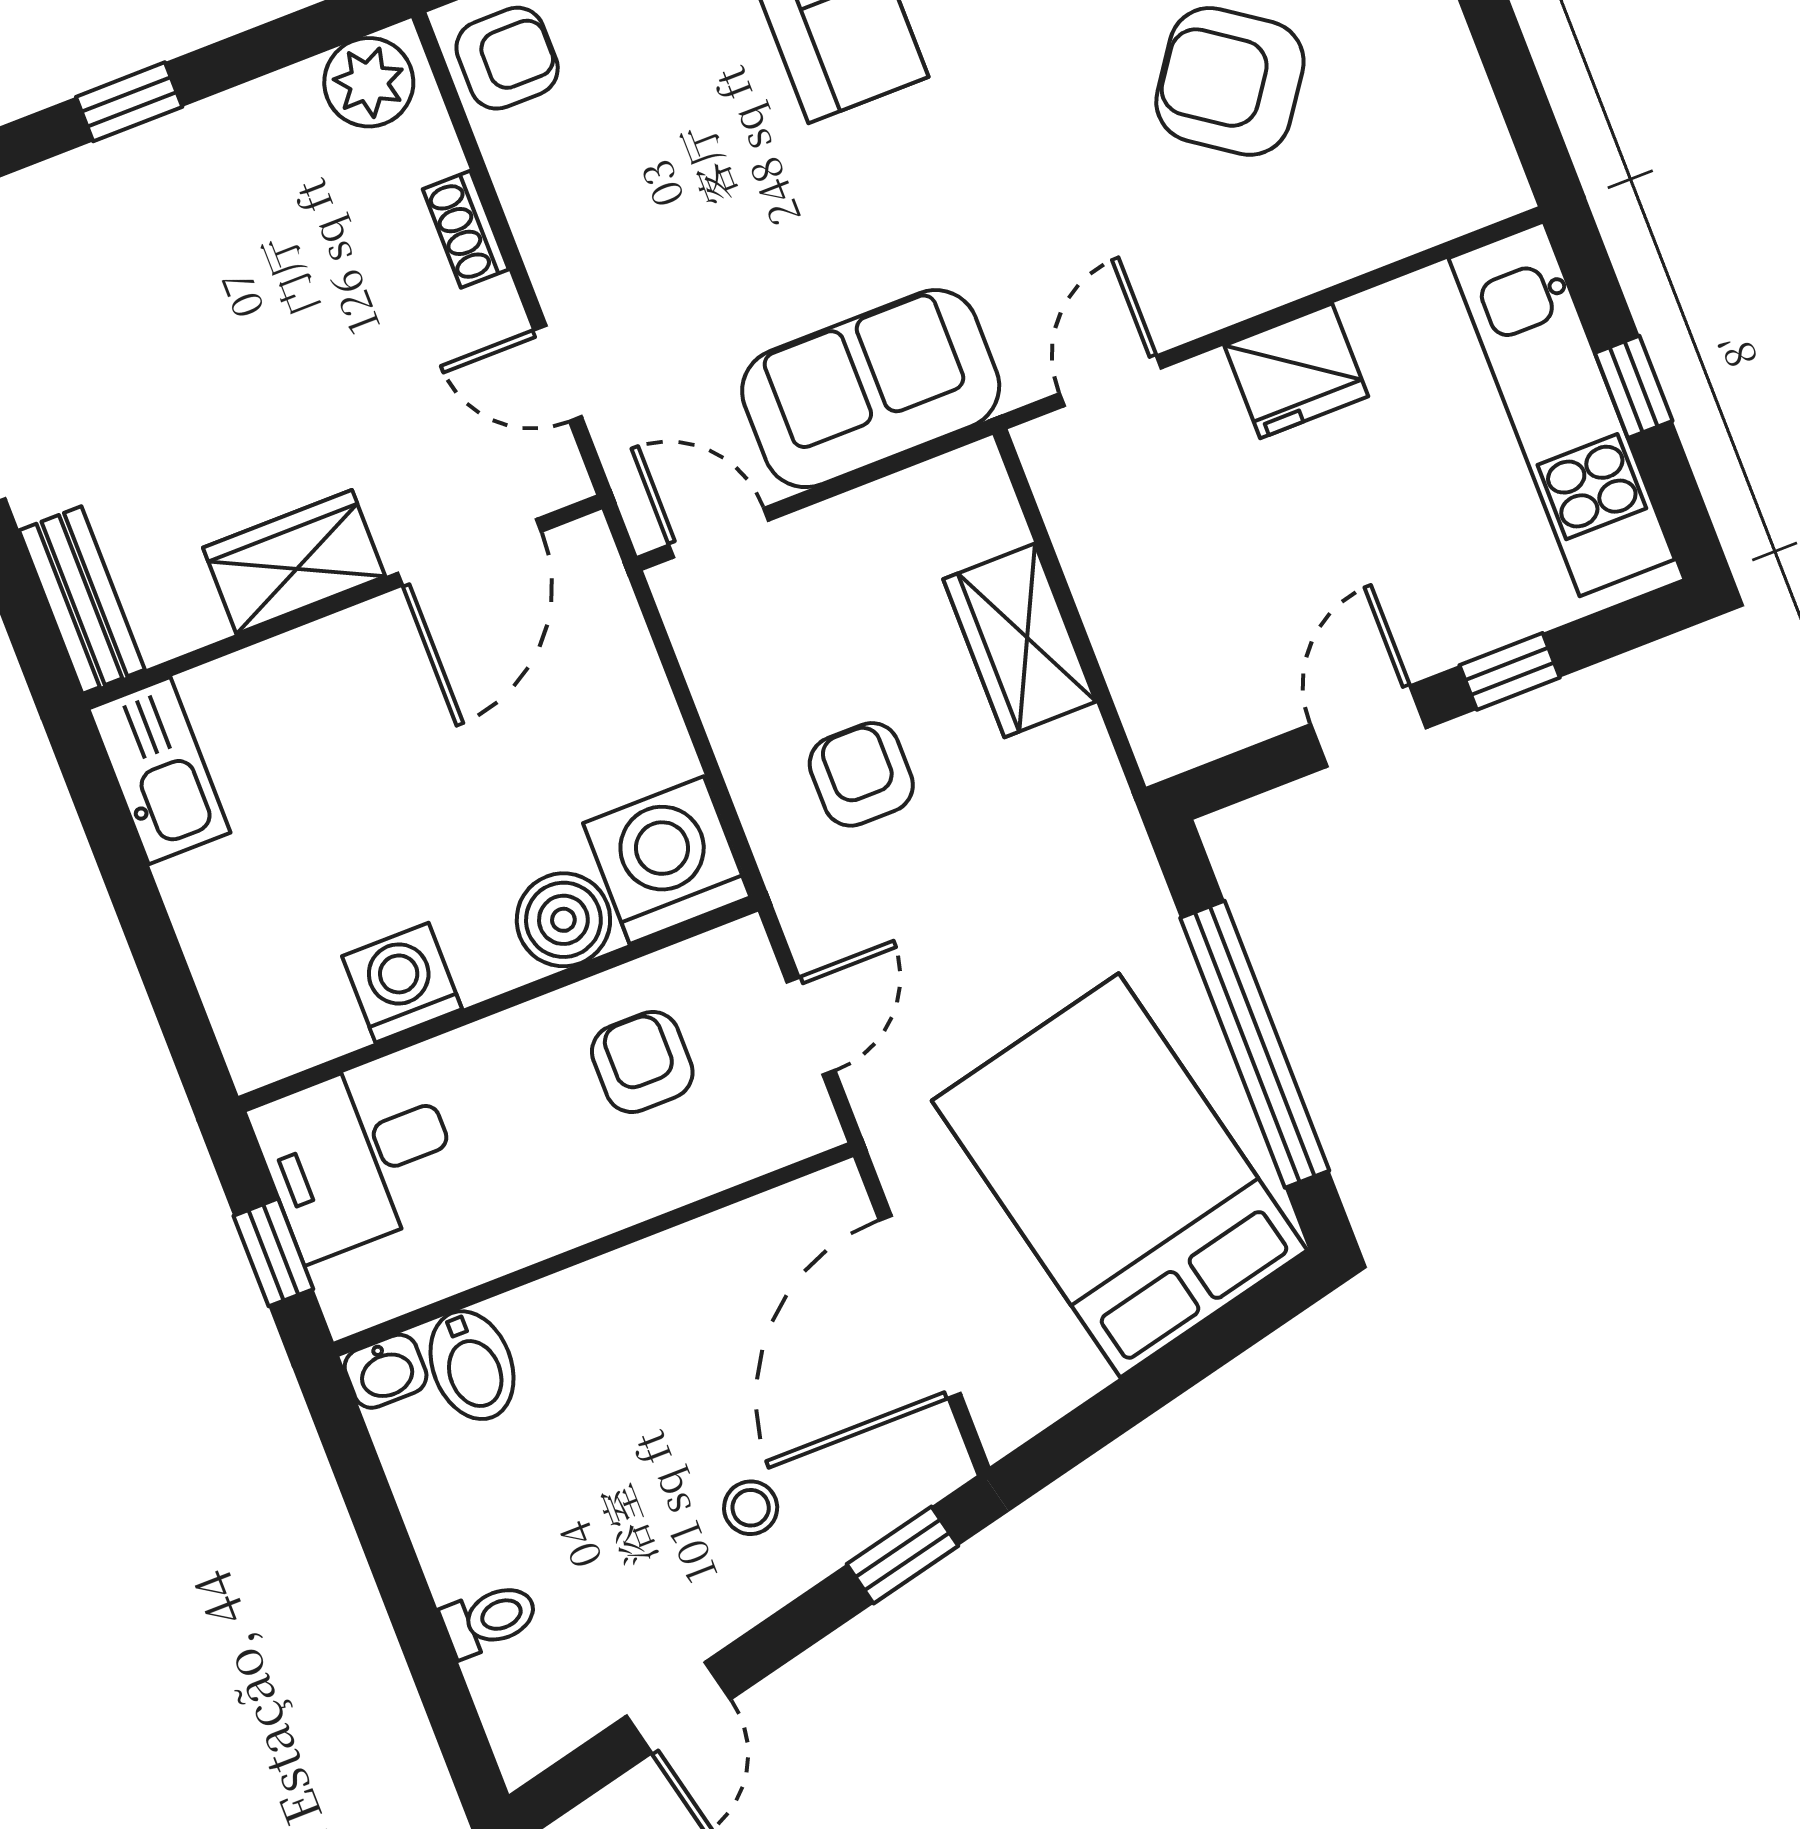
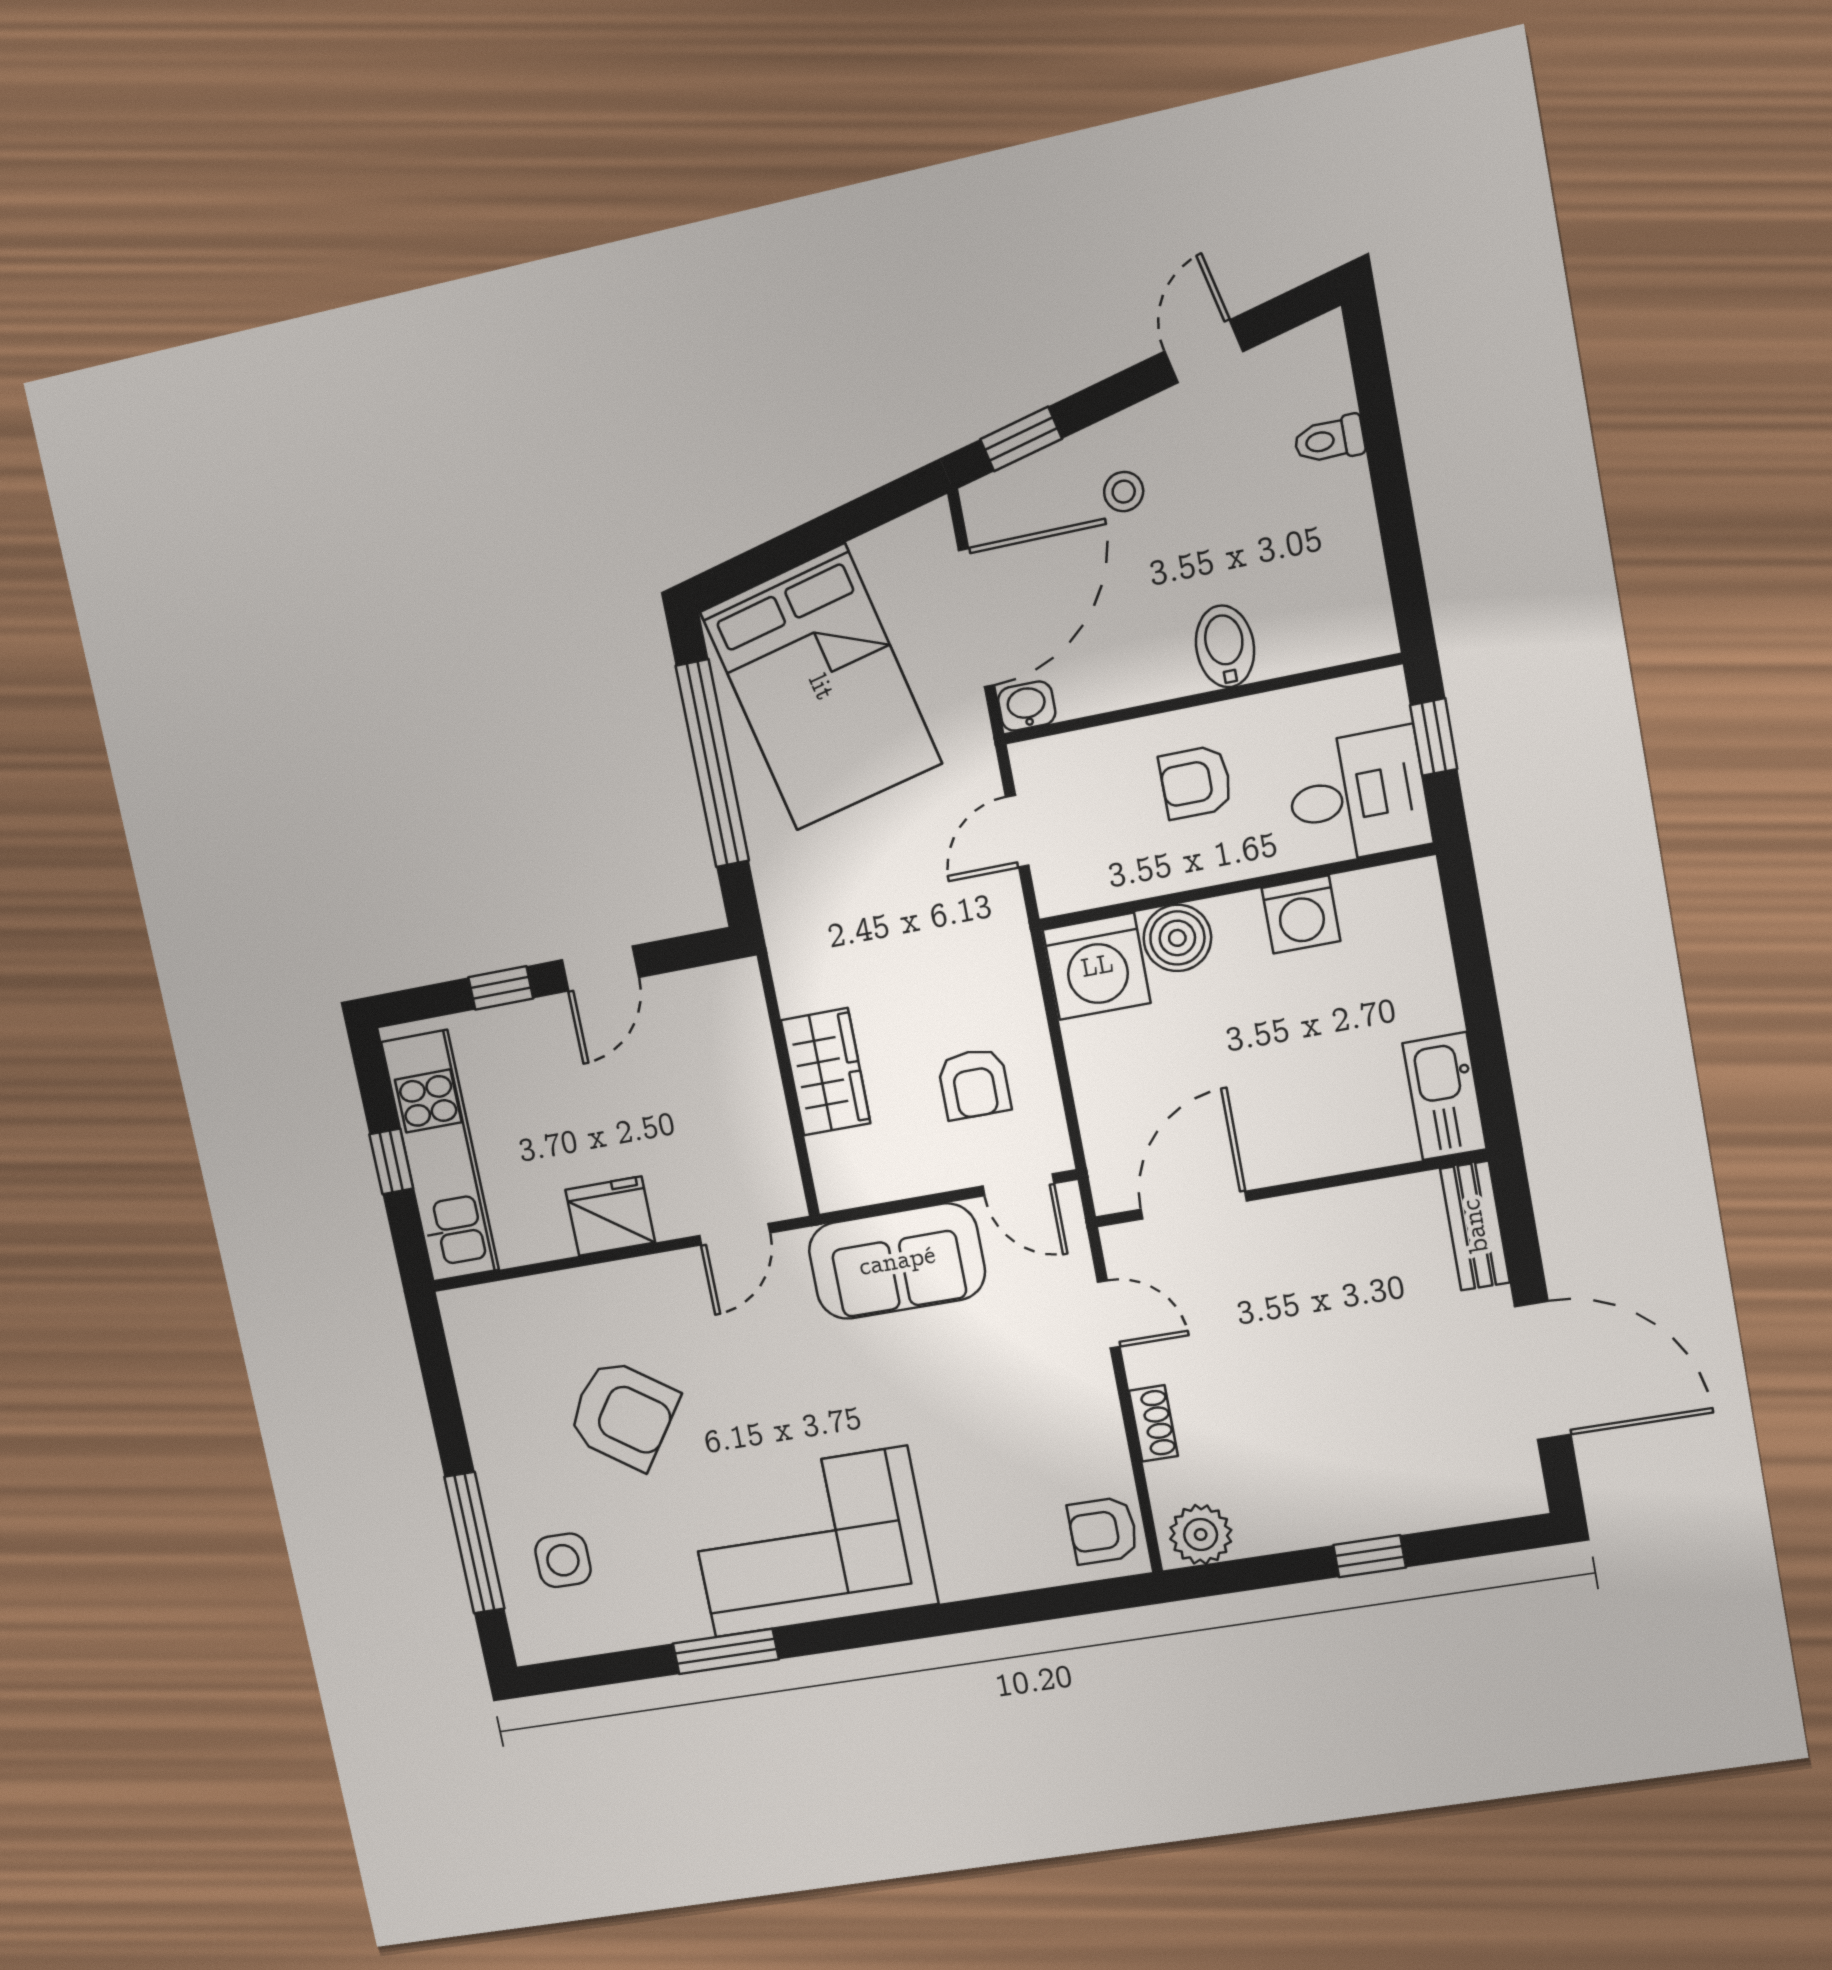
wardrobe: (294, 562) -> (1318, 1223), removed
armchair: (861, 774) -> (974, 1084), moved
armchair: (642, 1062) -> (1196, 782), moved, turned 90
bidet: (472, 1365) -> (1225, 646), moved
washbasin: (386, 1371) -> (1027, 706), moved

